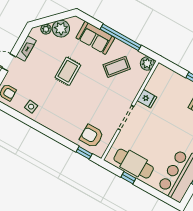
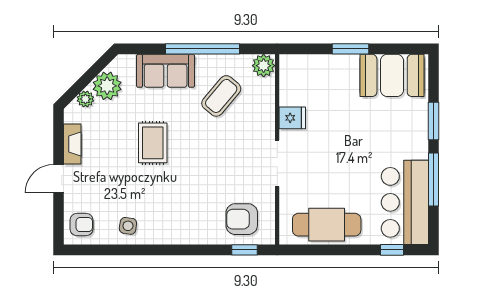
window: (128, 178) -> (392, 250), moved

